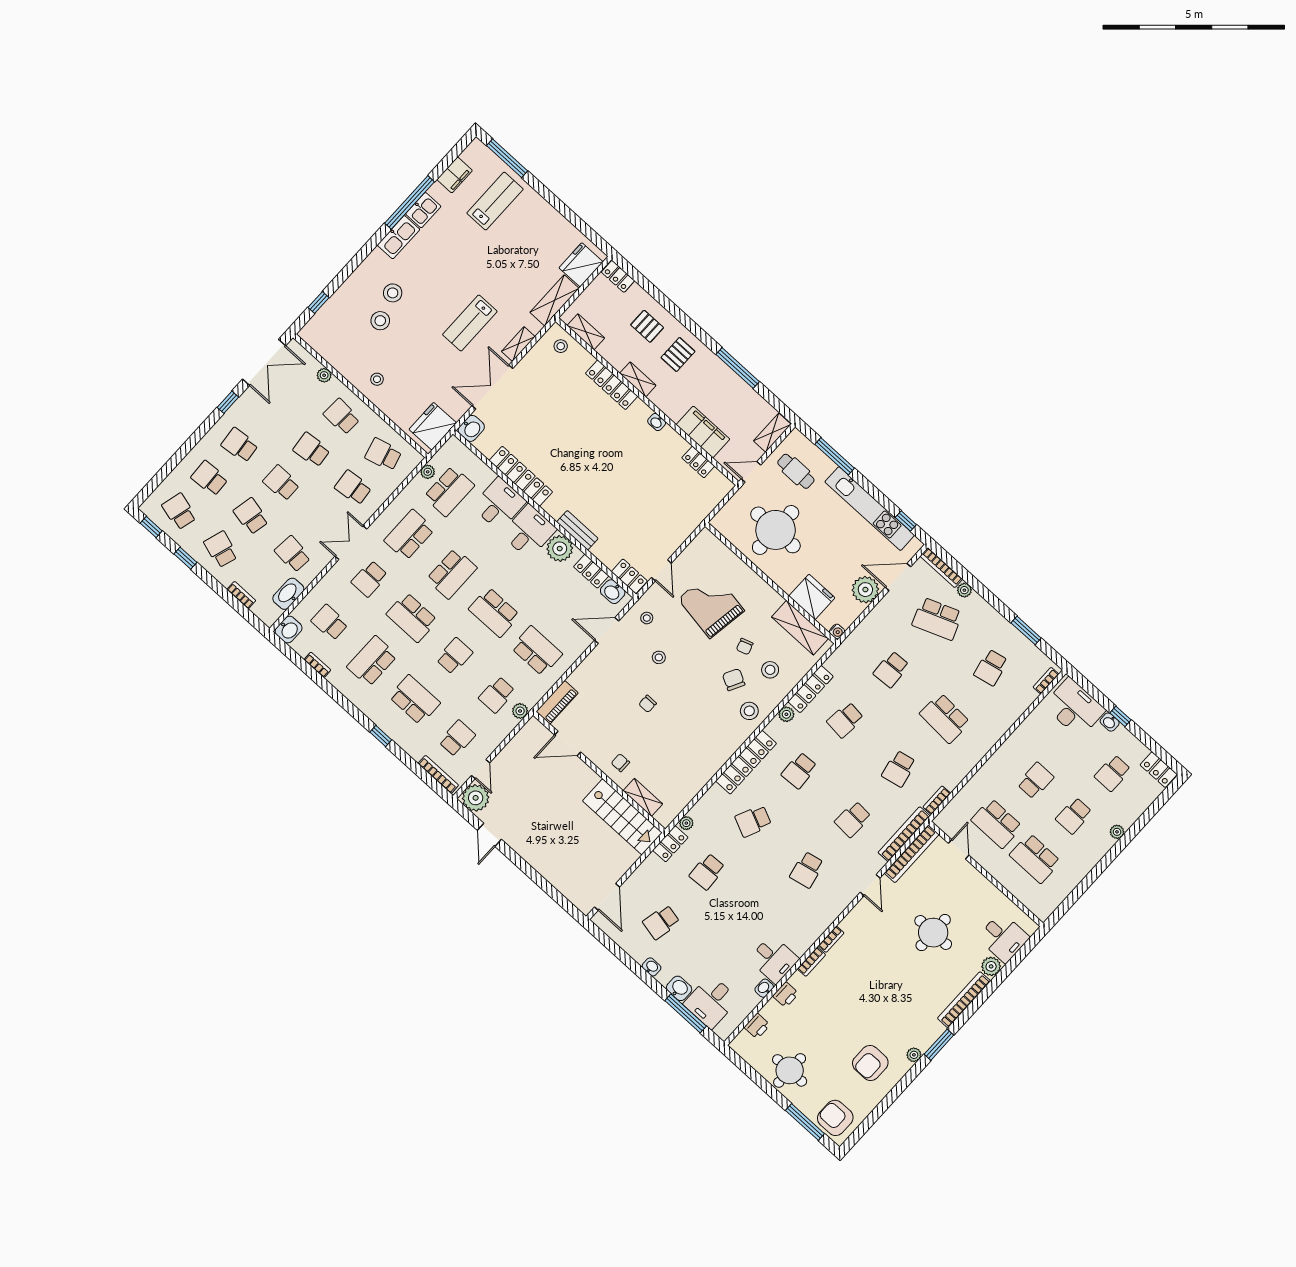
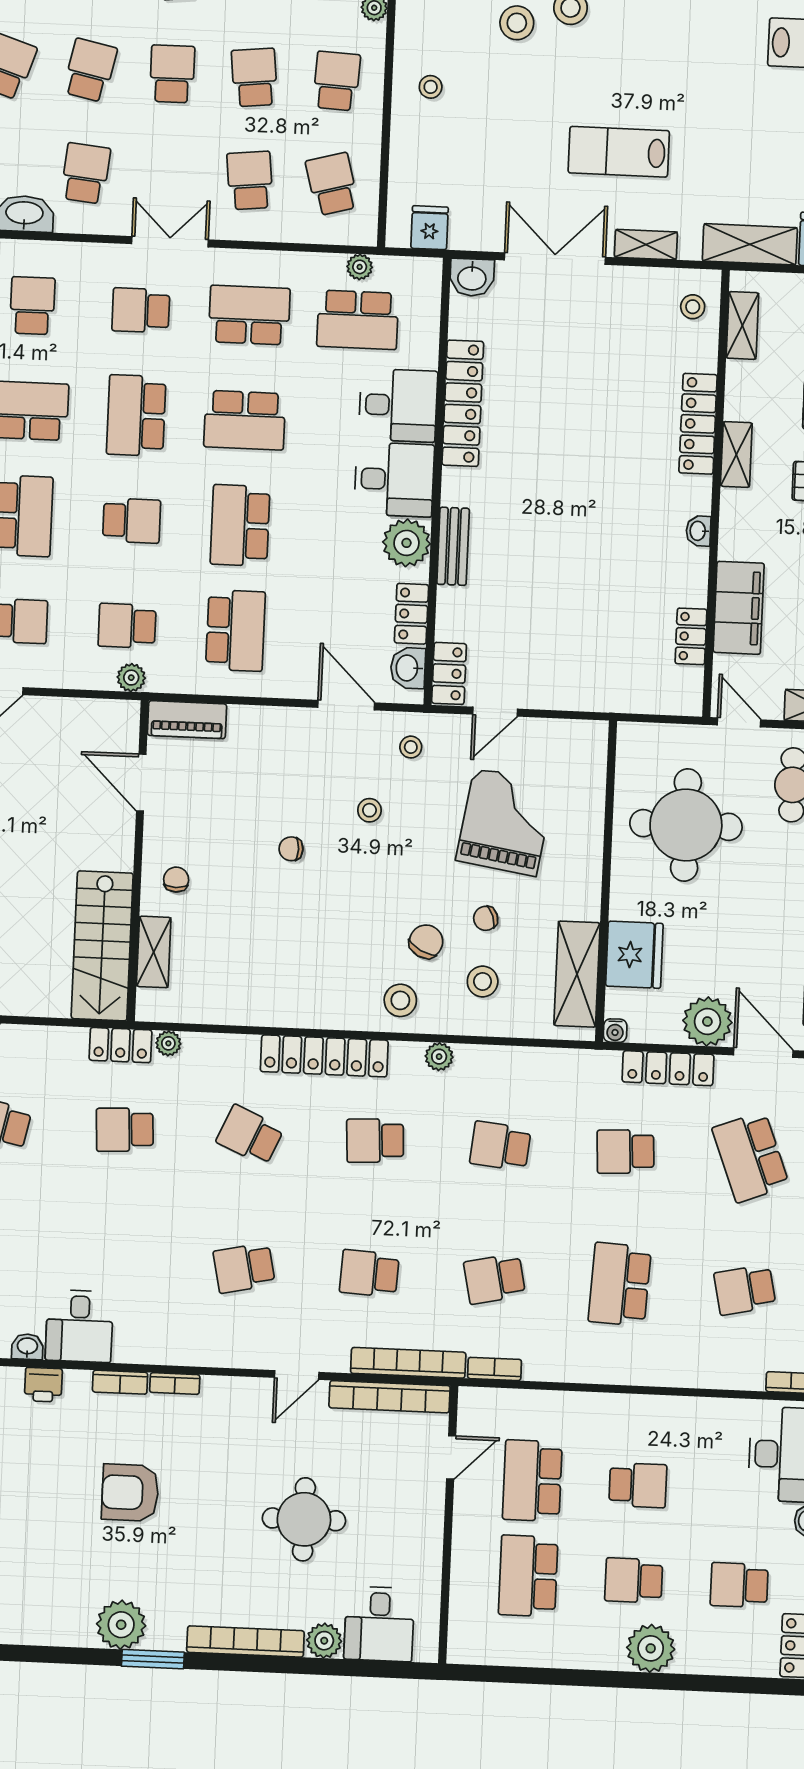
fridge: (433, 426) -> (430, 228), width x0.53, depth x0.75
locker: (811, 689) -> (668, 1068), moved
plant: (1117, 832) -> (651, 1648), width x1.88, depth x1.88
plant: (914, 1055) -> (121, 1625), width x1.88, depth x1.88
armchair: (870, 1063) -> (130, 1493), moved

